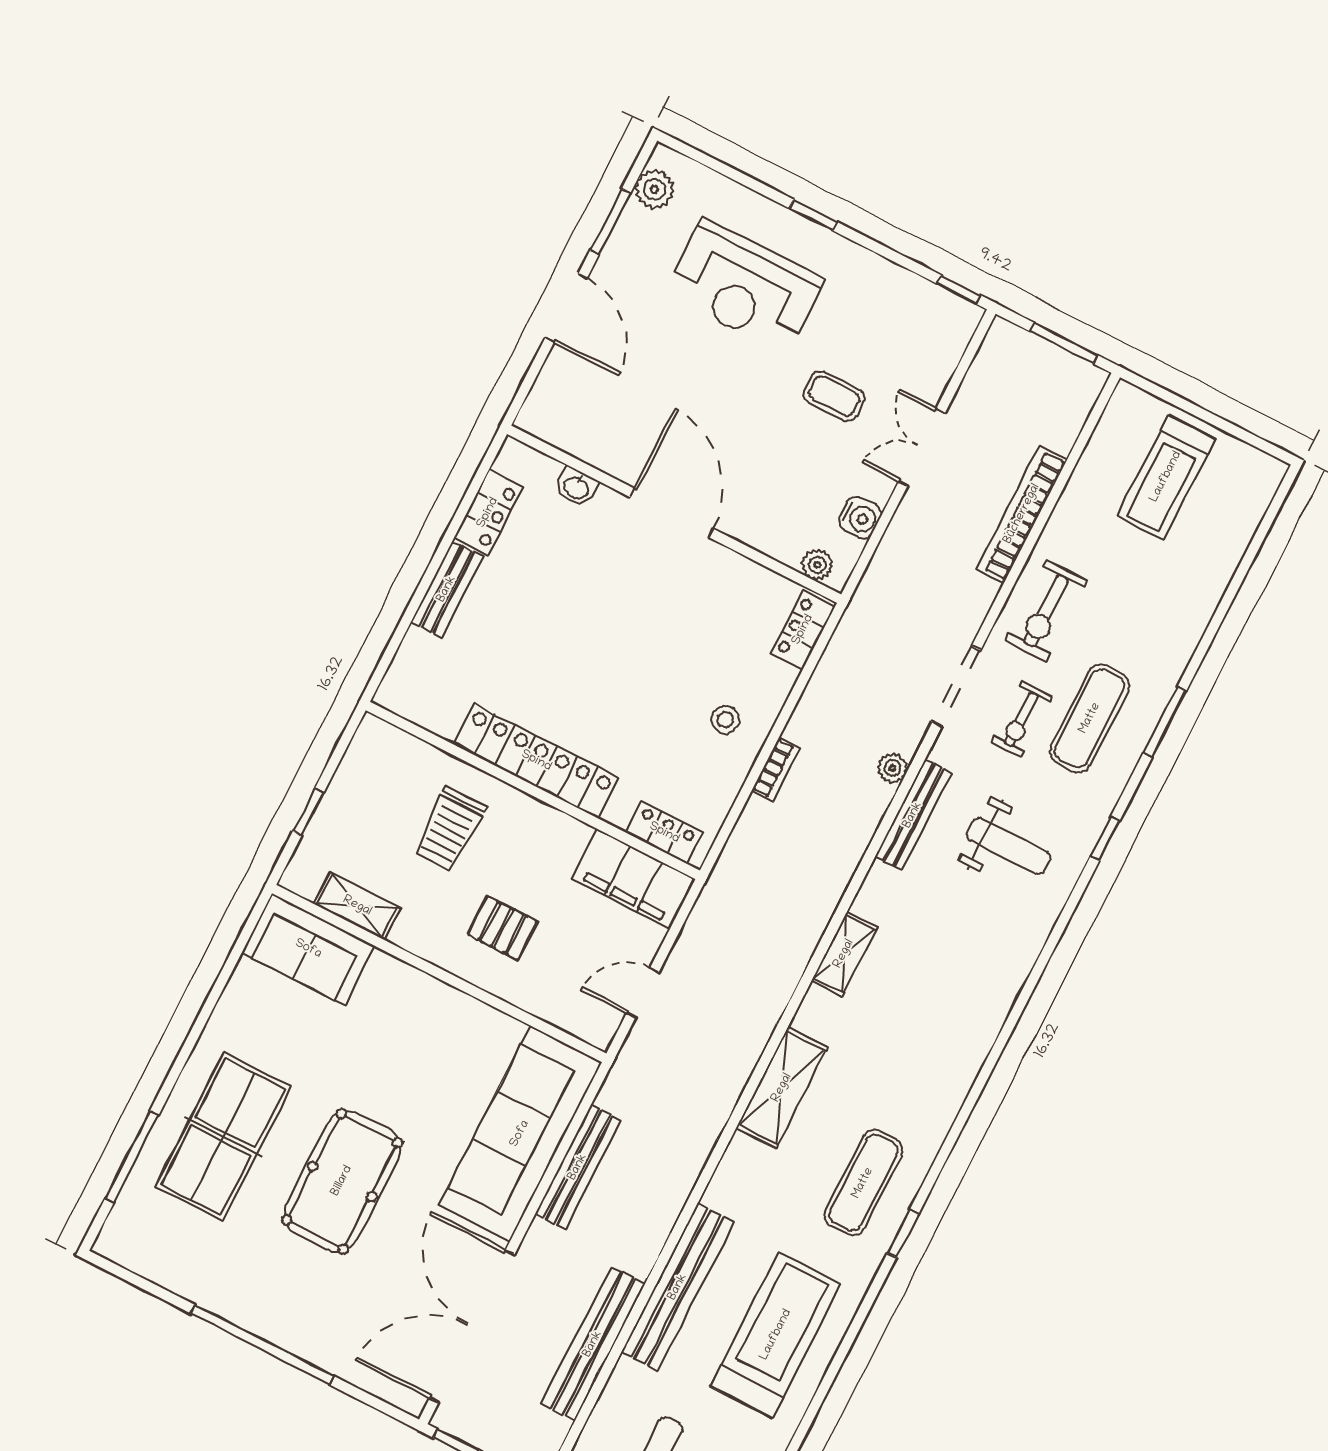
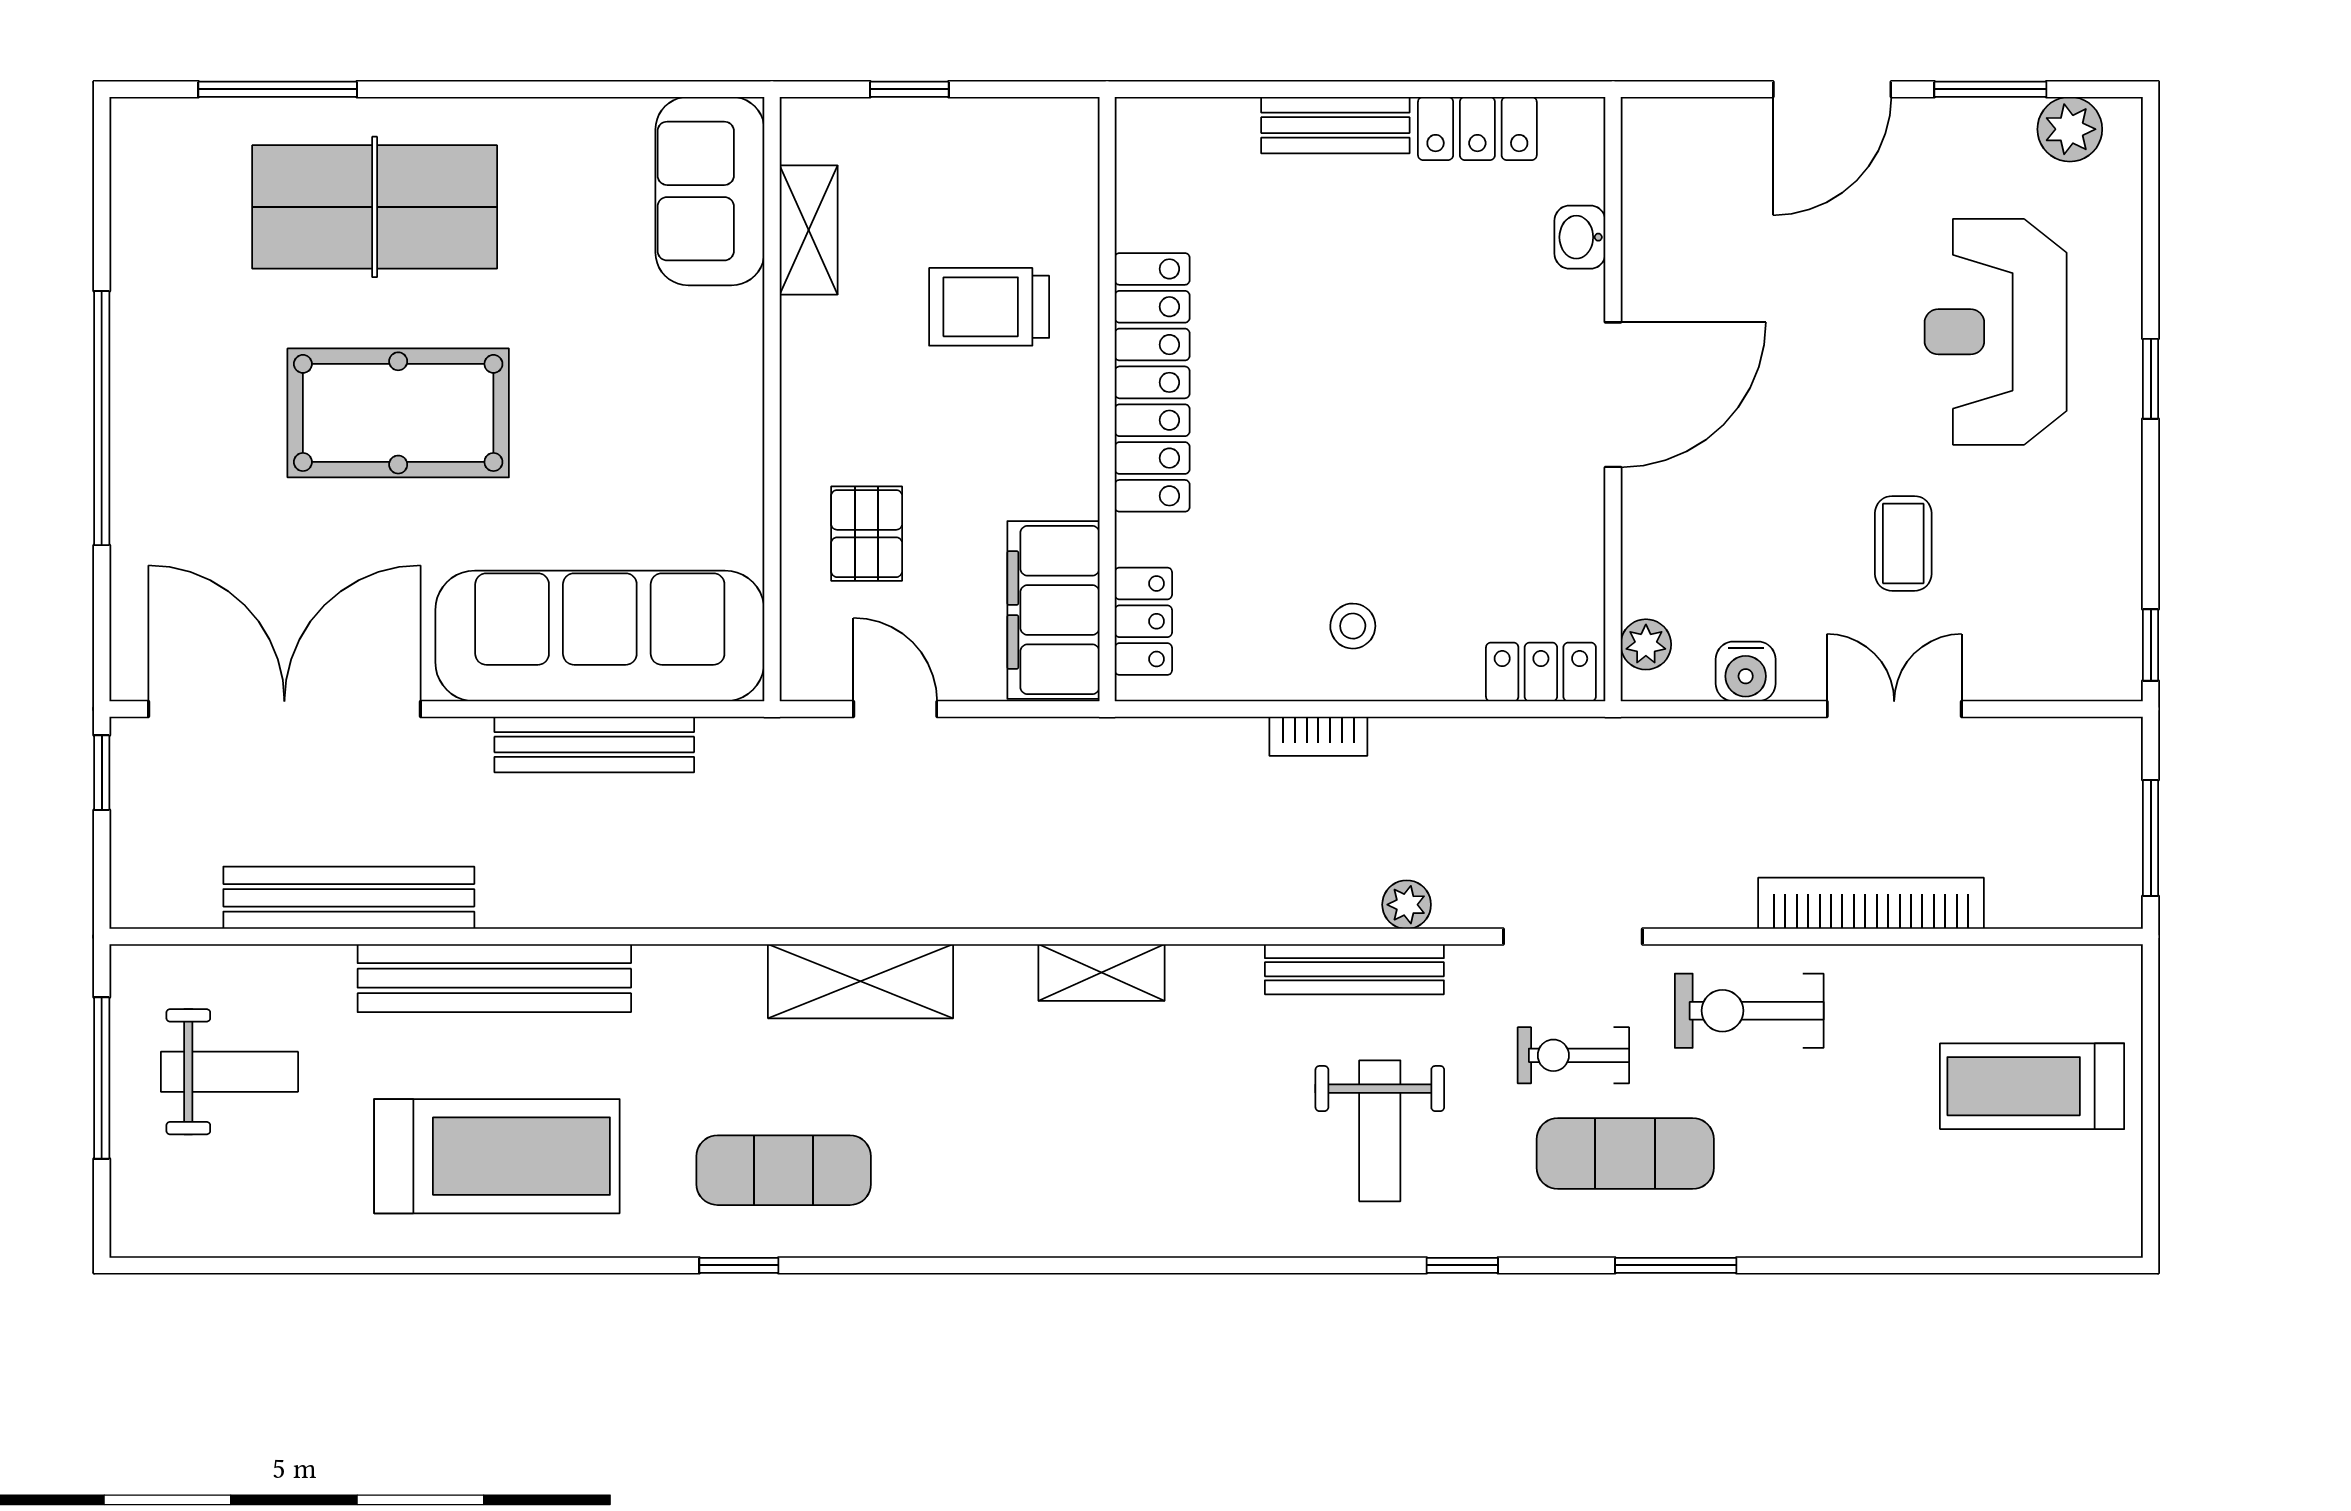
pallet: (503, 928) -> (867, 534), moved

